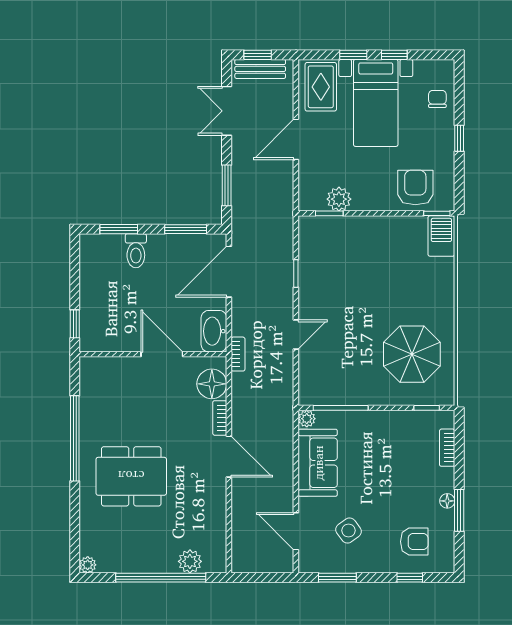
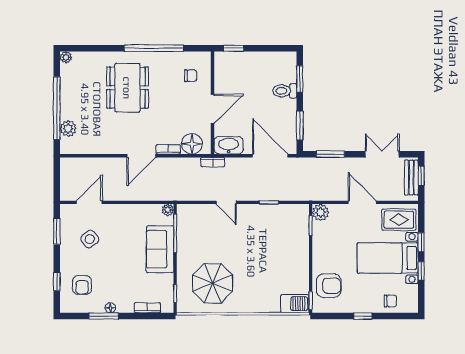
plant: (339, 199) -> (321, 212), moved
chair: (114, 386) -> (191, 76), added
sofa: (318, 463) -> (160, 249), moved, turned 90

